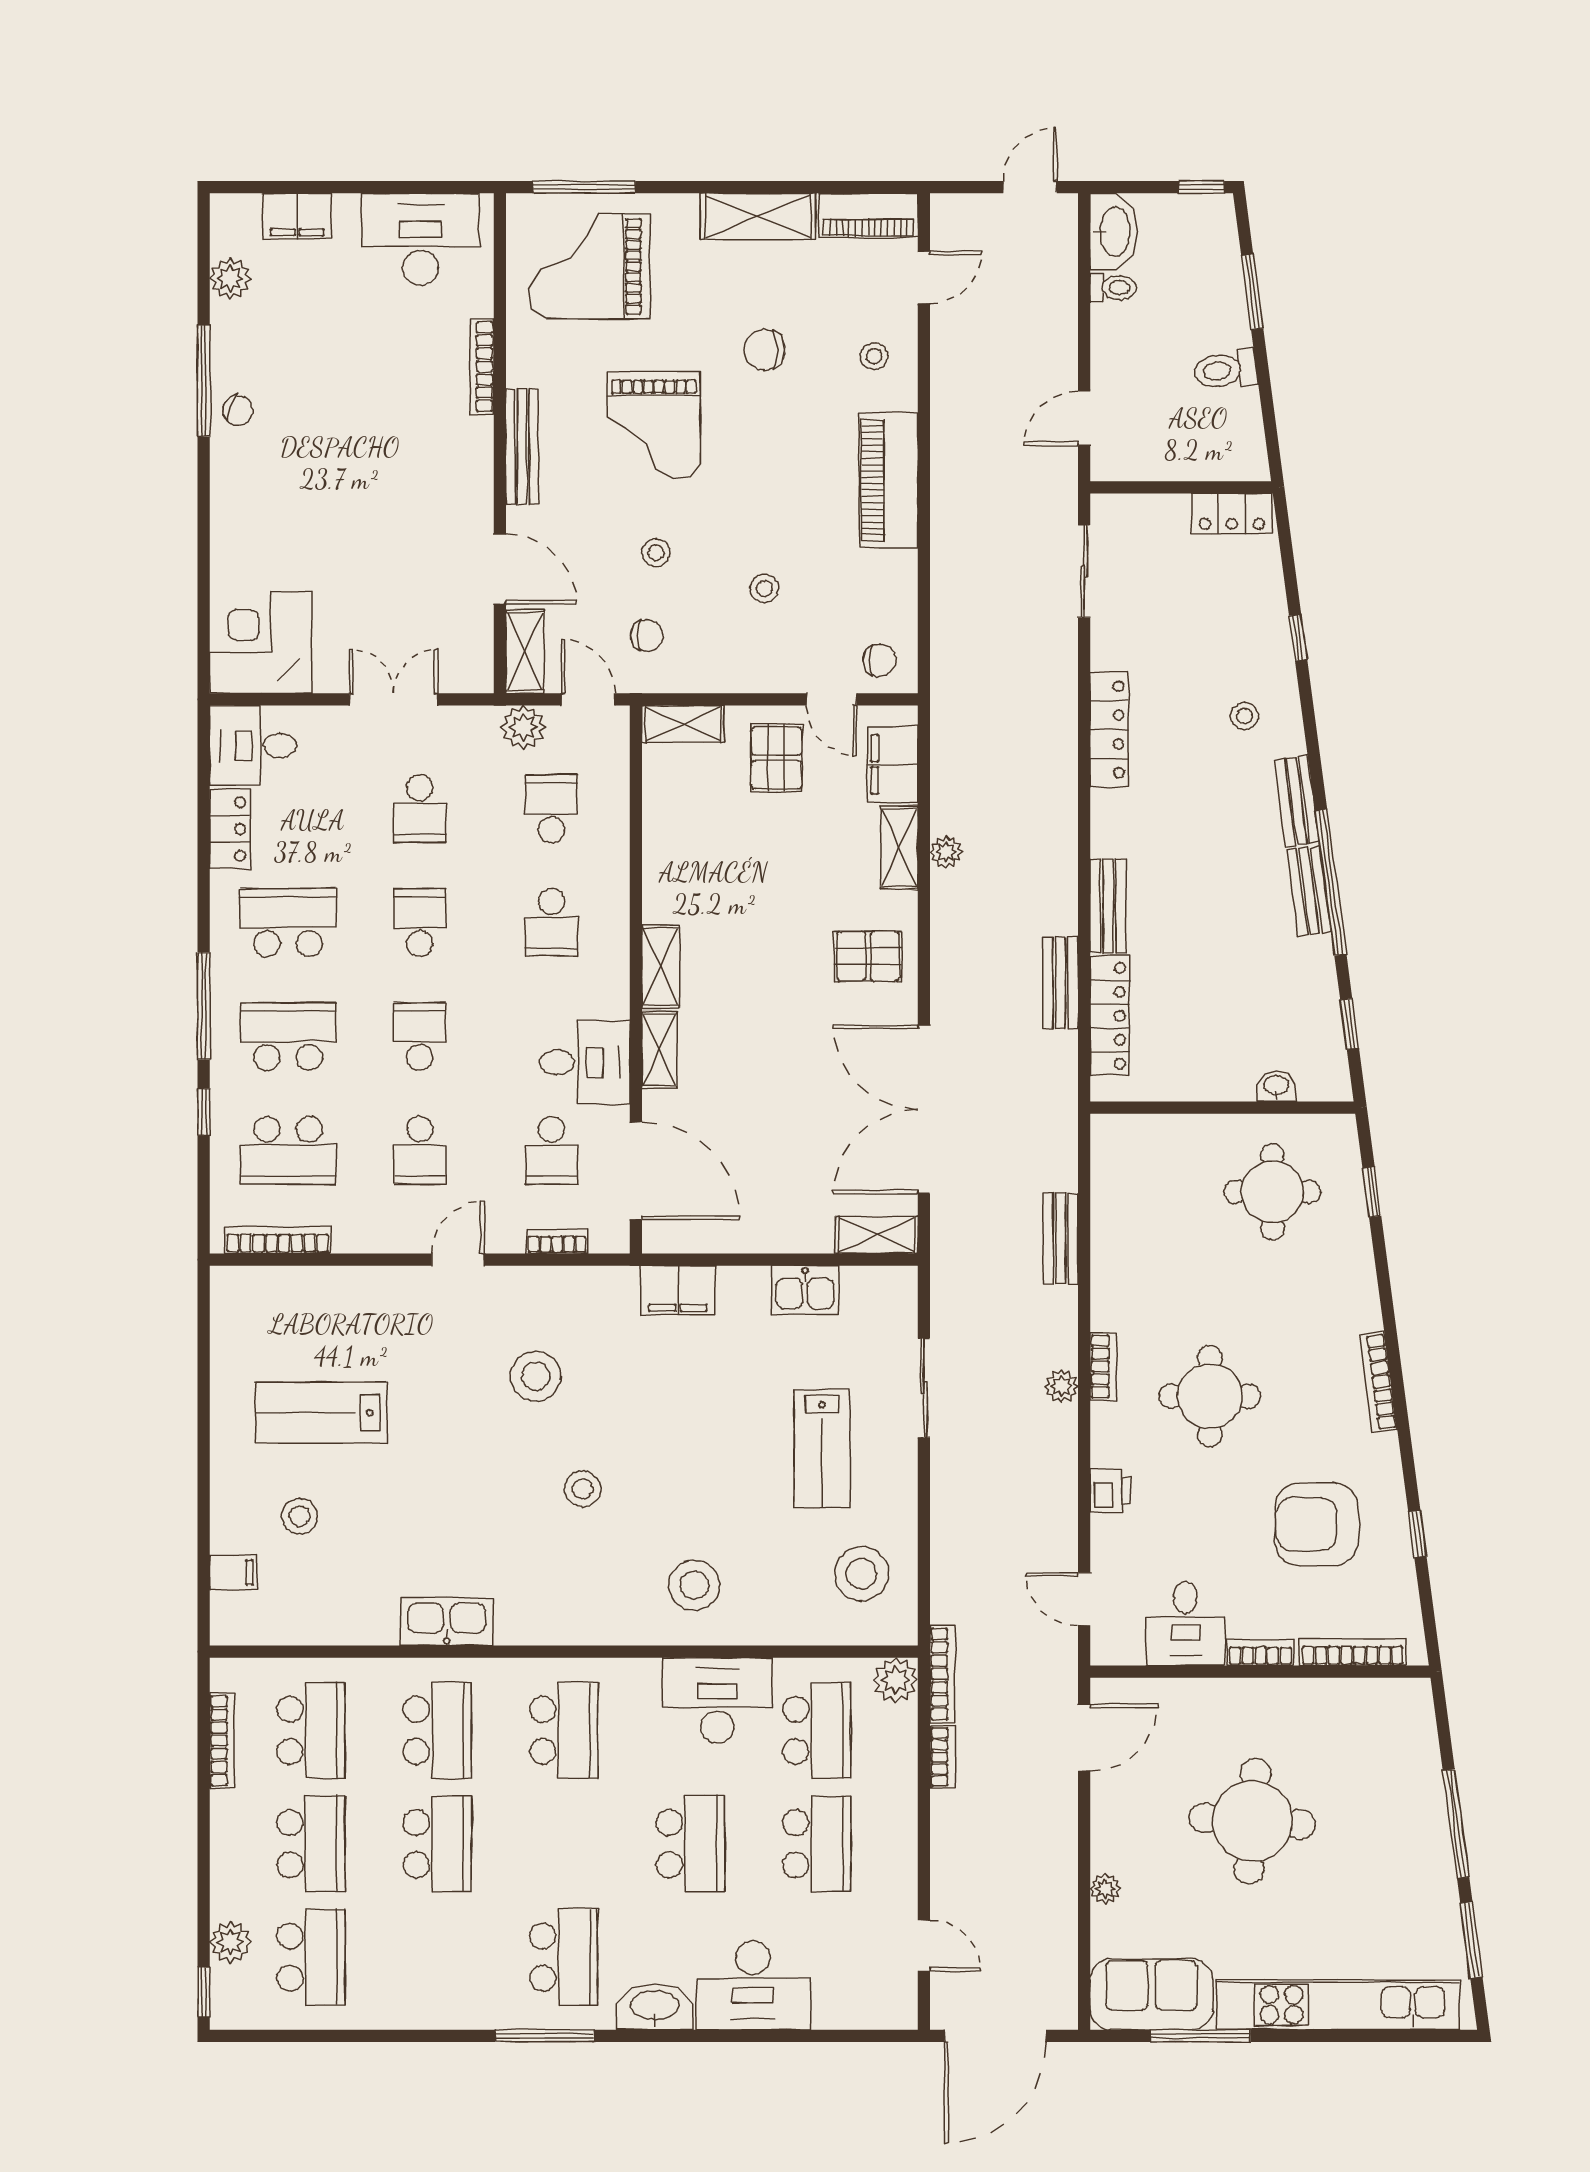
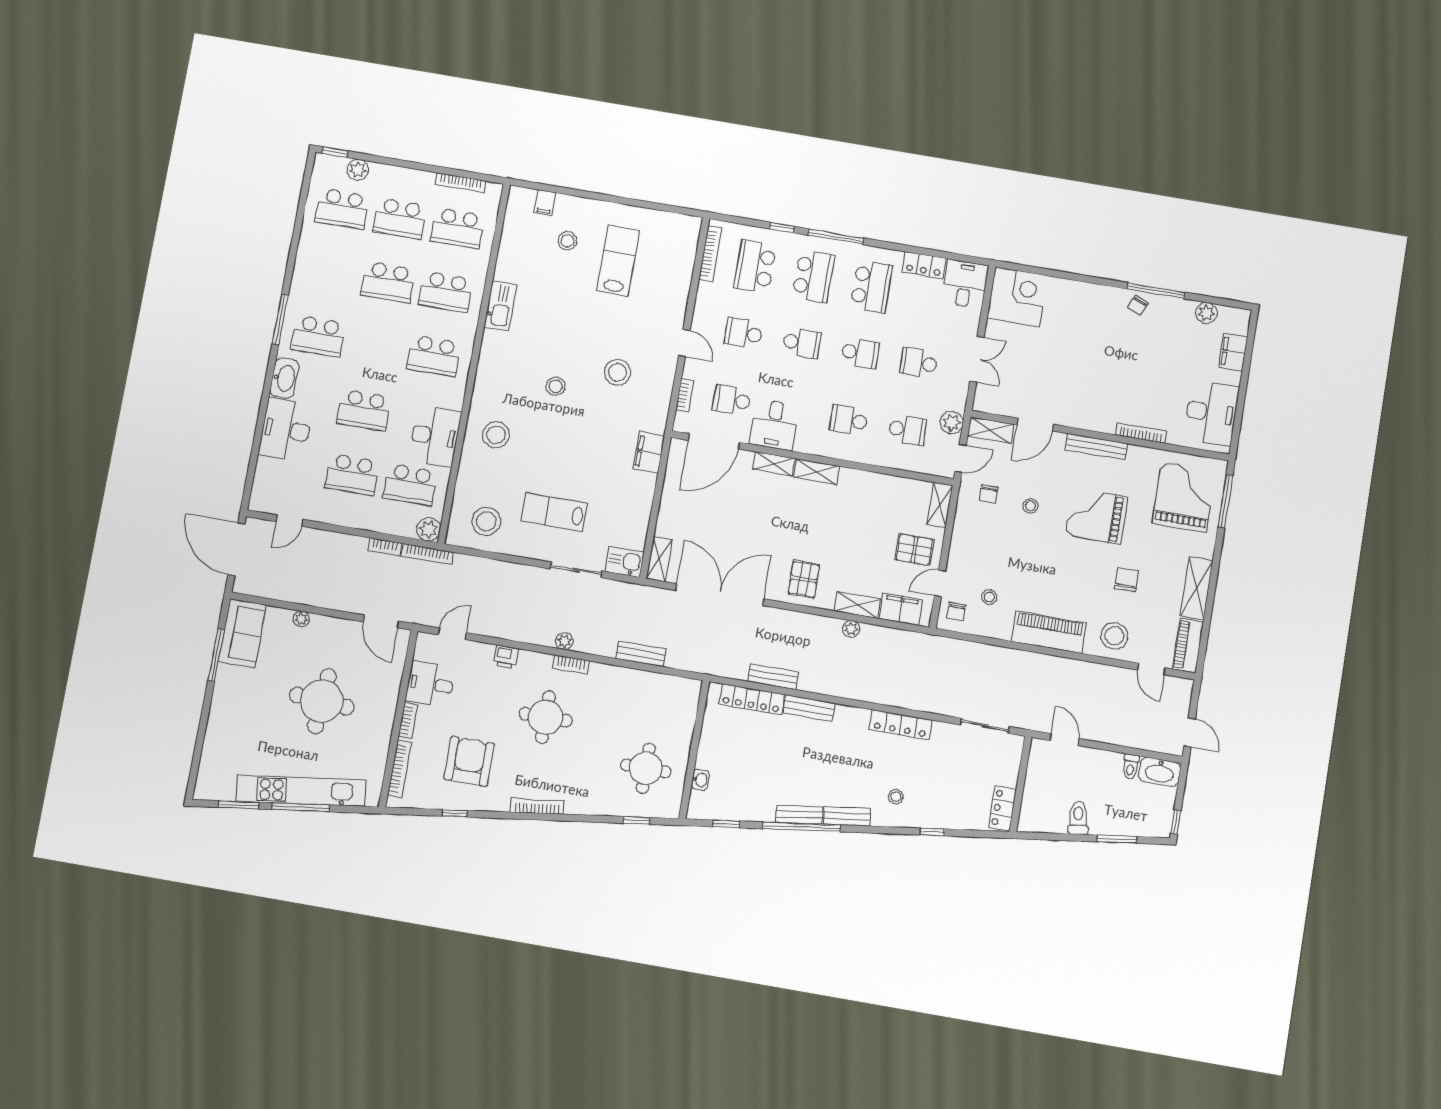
stool: (874, 356) -> (1114, 636), width x1.89, depth x1.89
stool: (764, 588) -> (989, 597), moved
kitchen sink: (805, 1290) -> (625, 562), moved, turned 90
kitchen unit: (1338, 2005) -> (301, 791), moved, turned -98

